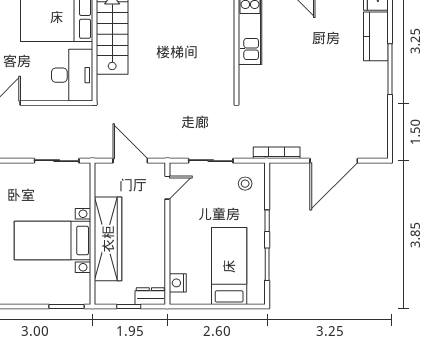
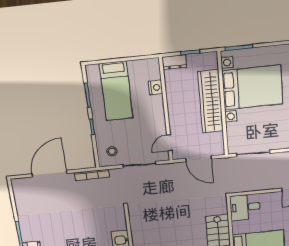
desk: (72, 75) -> (245, 207), width x0.73
bed with nightstands: (52, 241) -> (252, 87), width x1.36
nightstand: (178, 283) -> (156, 88), moved

